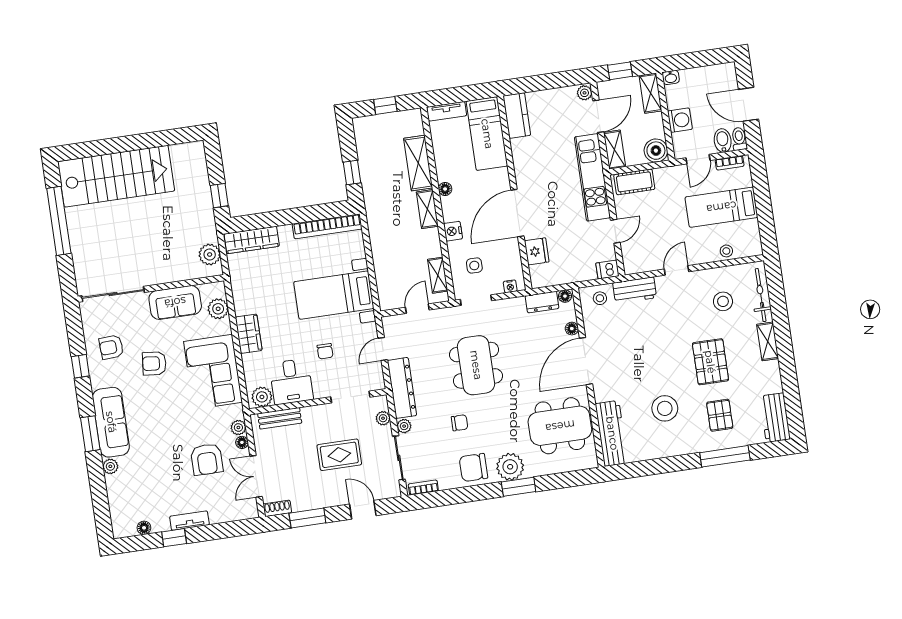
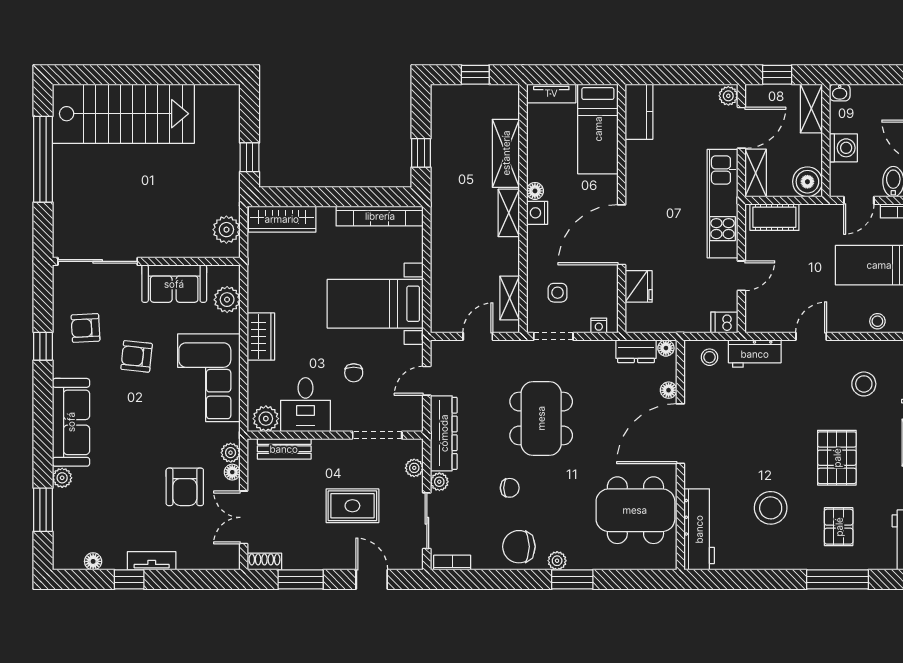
nightstand: (453, 231) -> (537, 213), moved
window: (90, 434) -> (43, 510), moved
plant: (510, 467) -> (557, 561), width x0.53, depth x0.53

